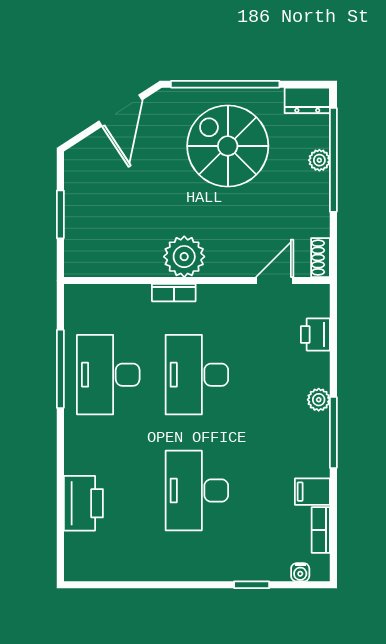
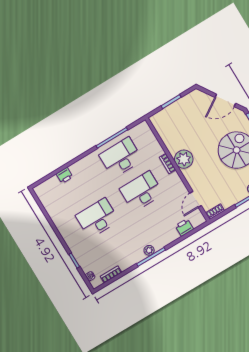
door: (275, 280) -> (196, 199), swing flipped
plant: (319, 400) -> (149, 250), moved
filing cabinet: (312, 492) -> (124, 262), removed
printer: (83, 503) -> (65, 175), width x0.53, depth x0.68

